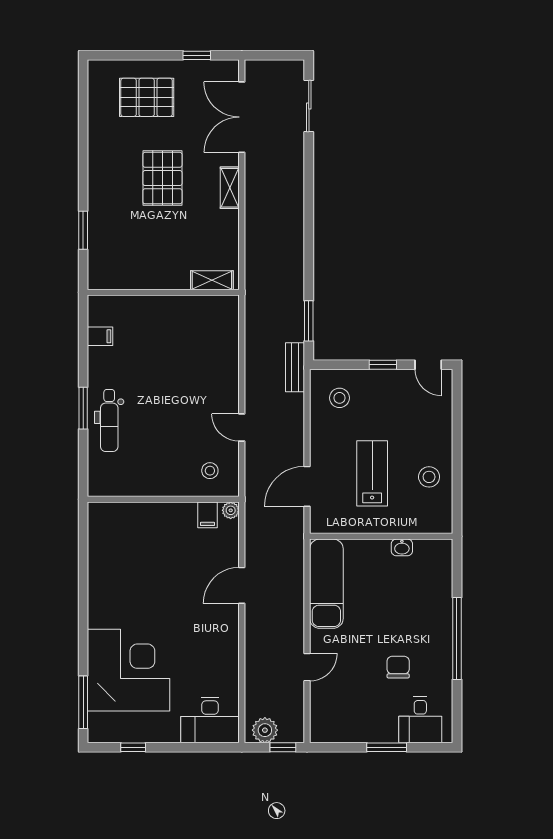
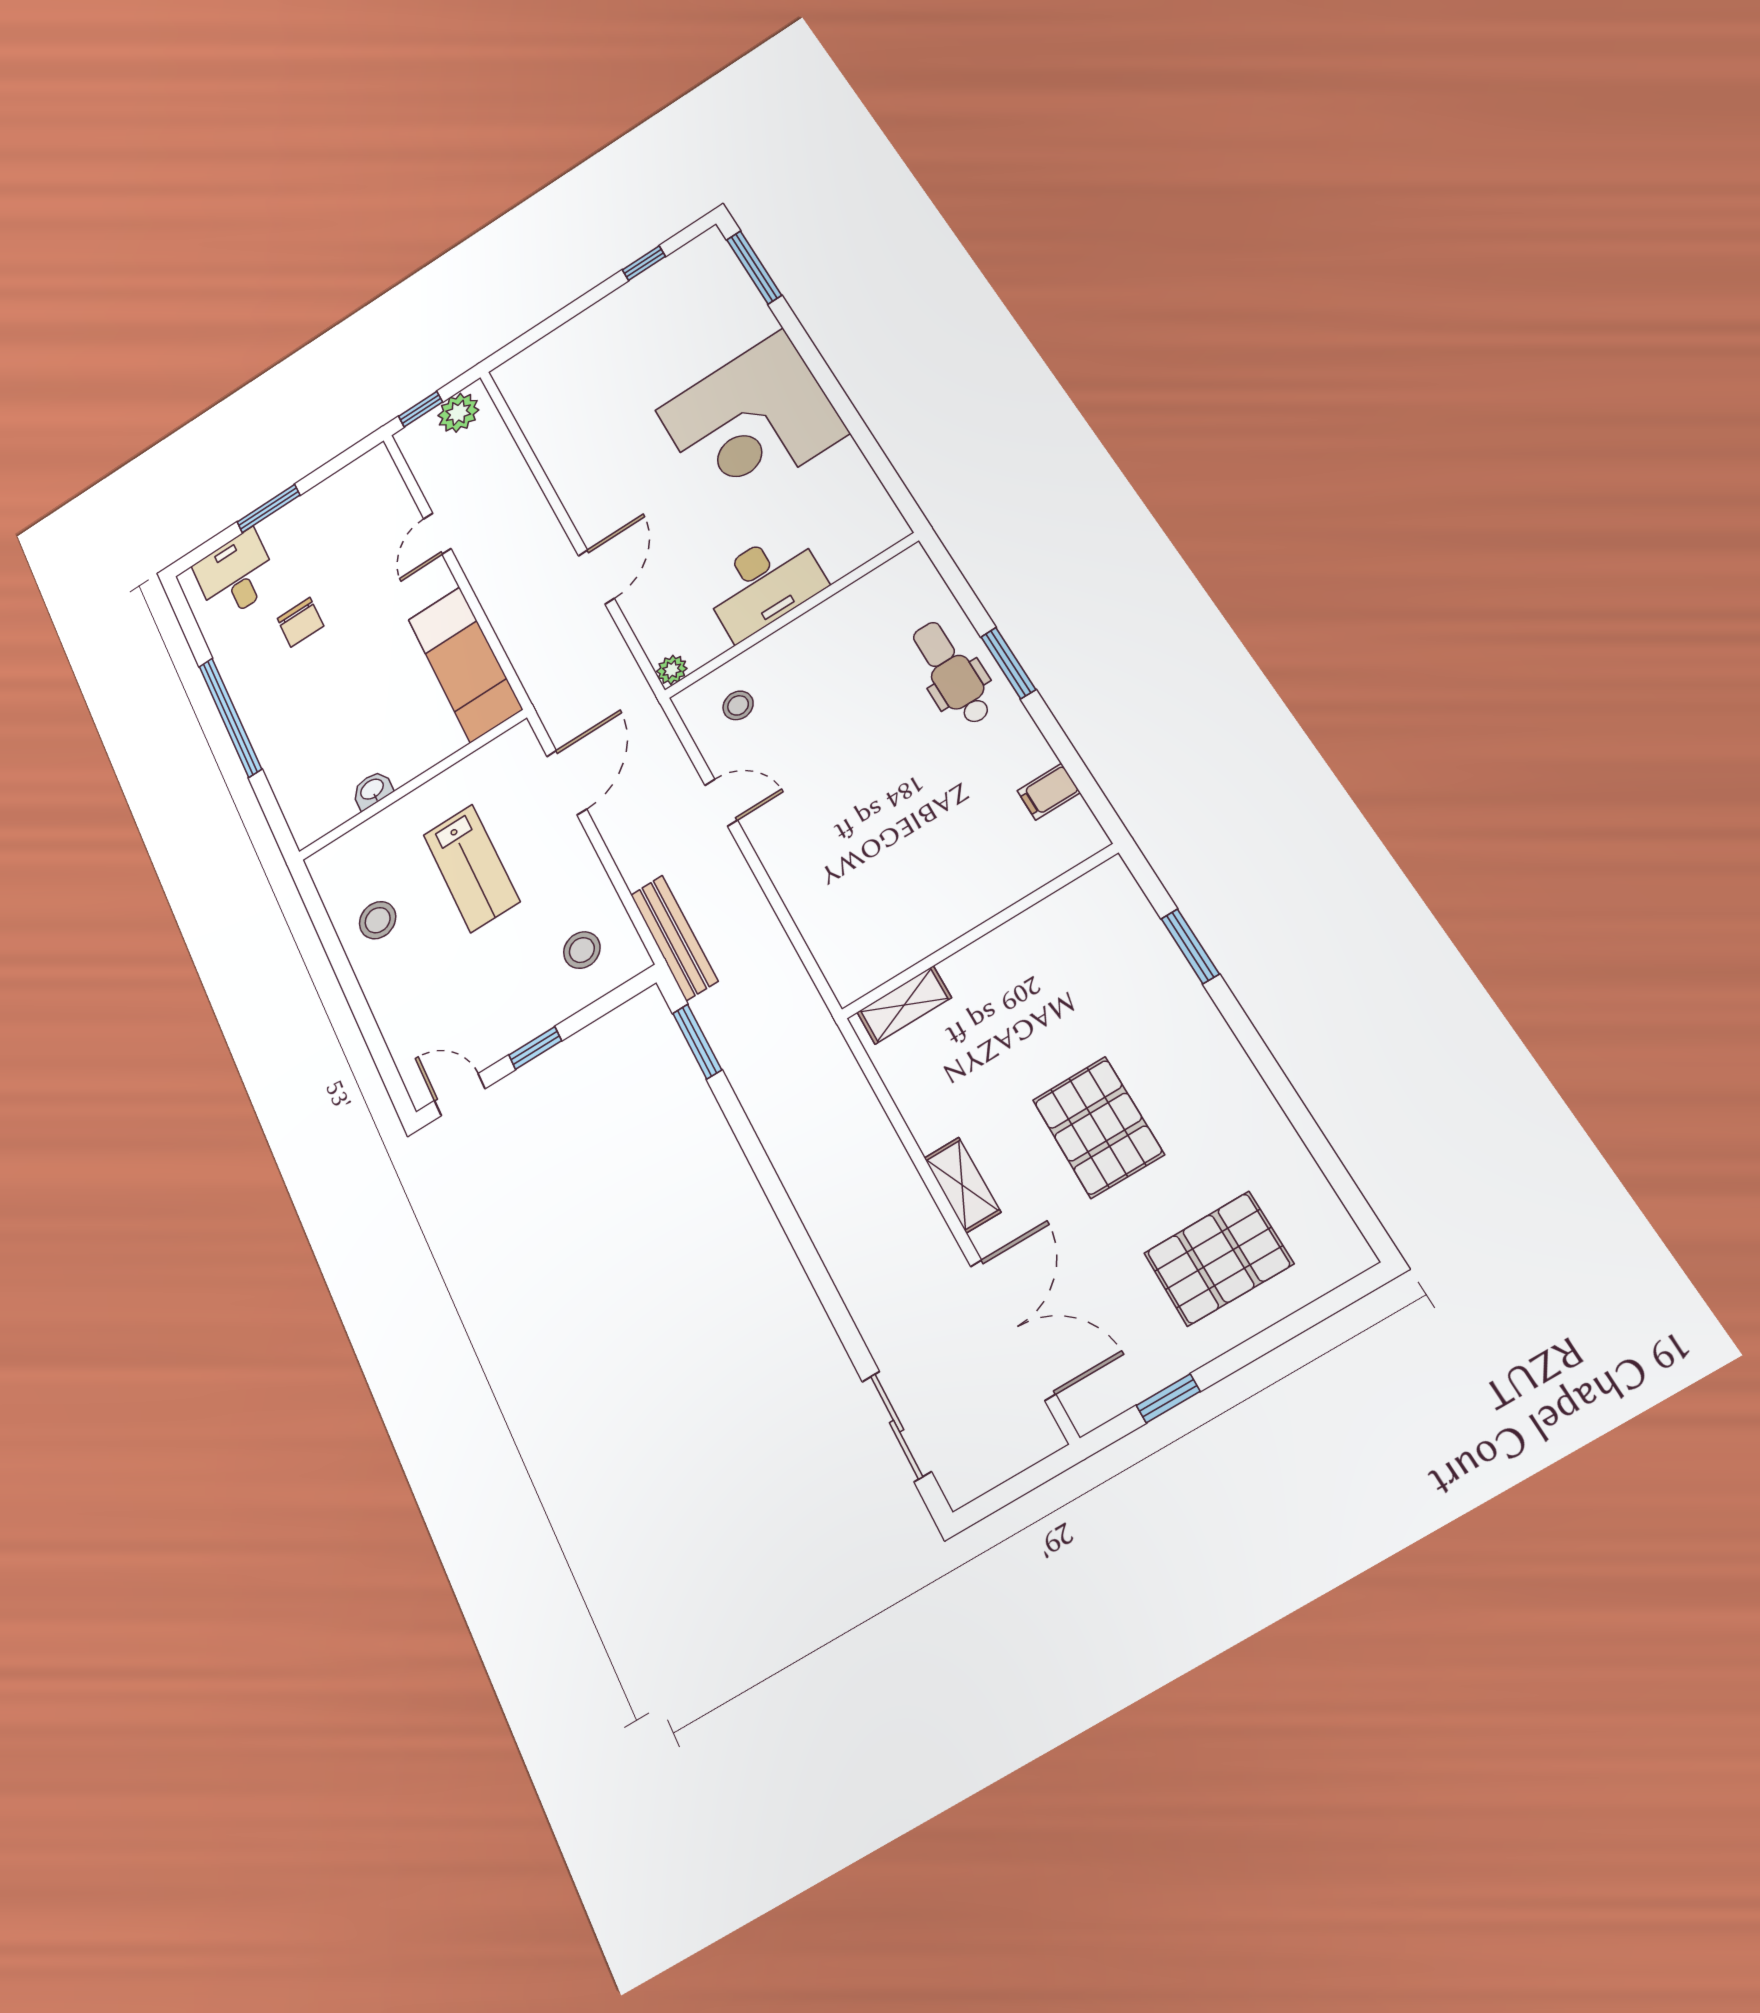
bench: (295, 367) -> (674, 938), width x1.36
filing cabinet: (207, 515) -> (706, 639), removed
corner desk: (129, 670) -> (751, 422), moved
desk: (210, 720) -> (764, 584), moved, turned 180

